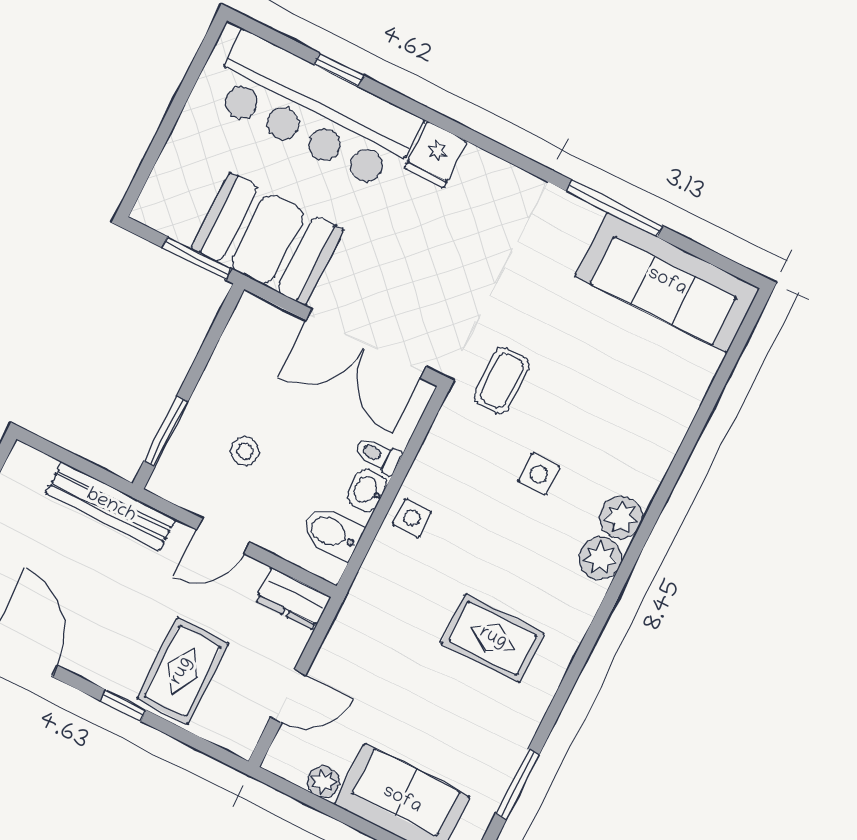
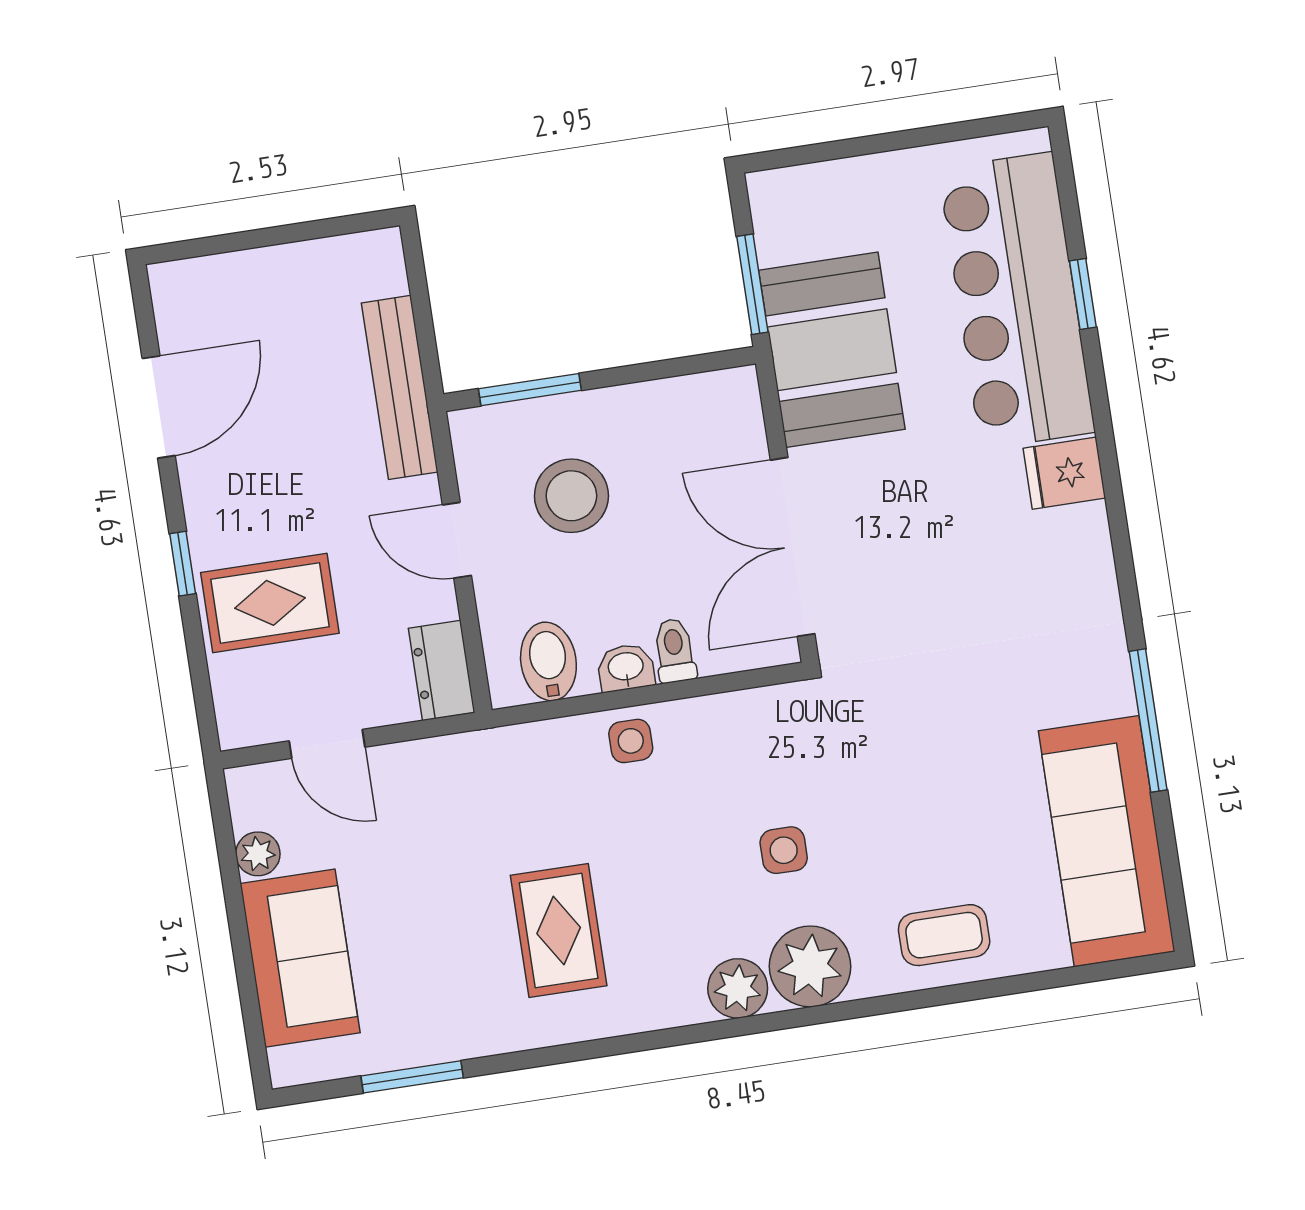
coffee table: (502, 381) -> (944, 935), moved
stool: (245, 451) -> (571, 496), width x1.89, depth x1.89
plant: (621, 517) -> (810, 966), width x1.36, depth x1.36

